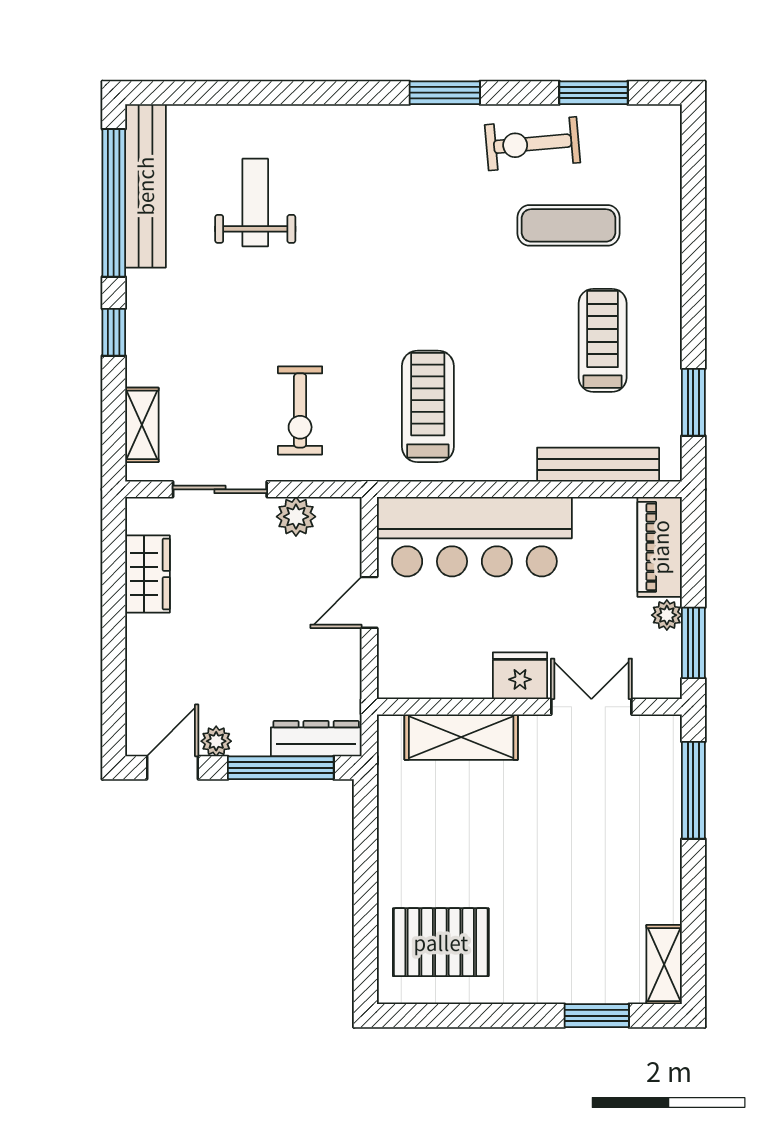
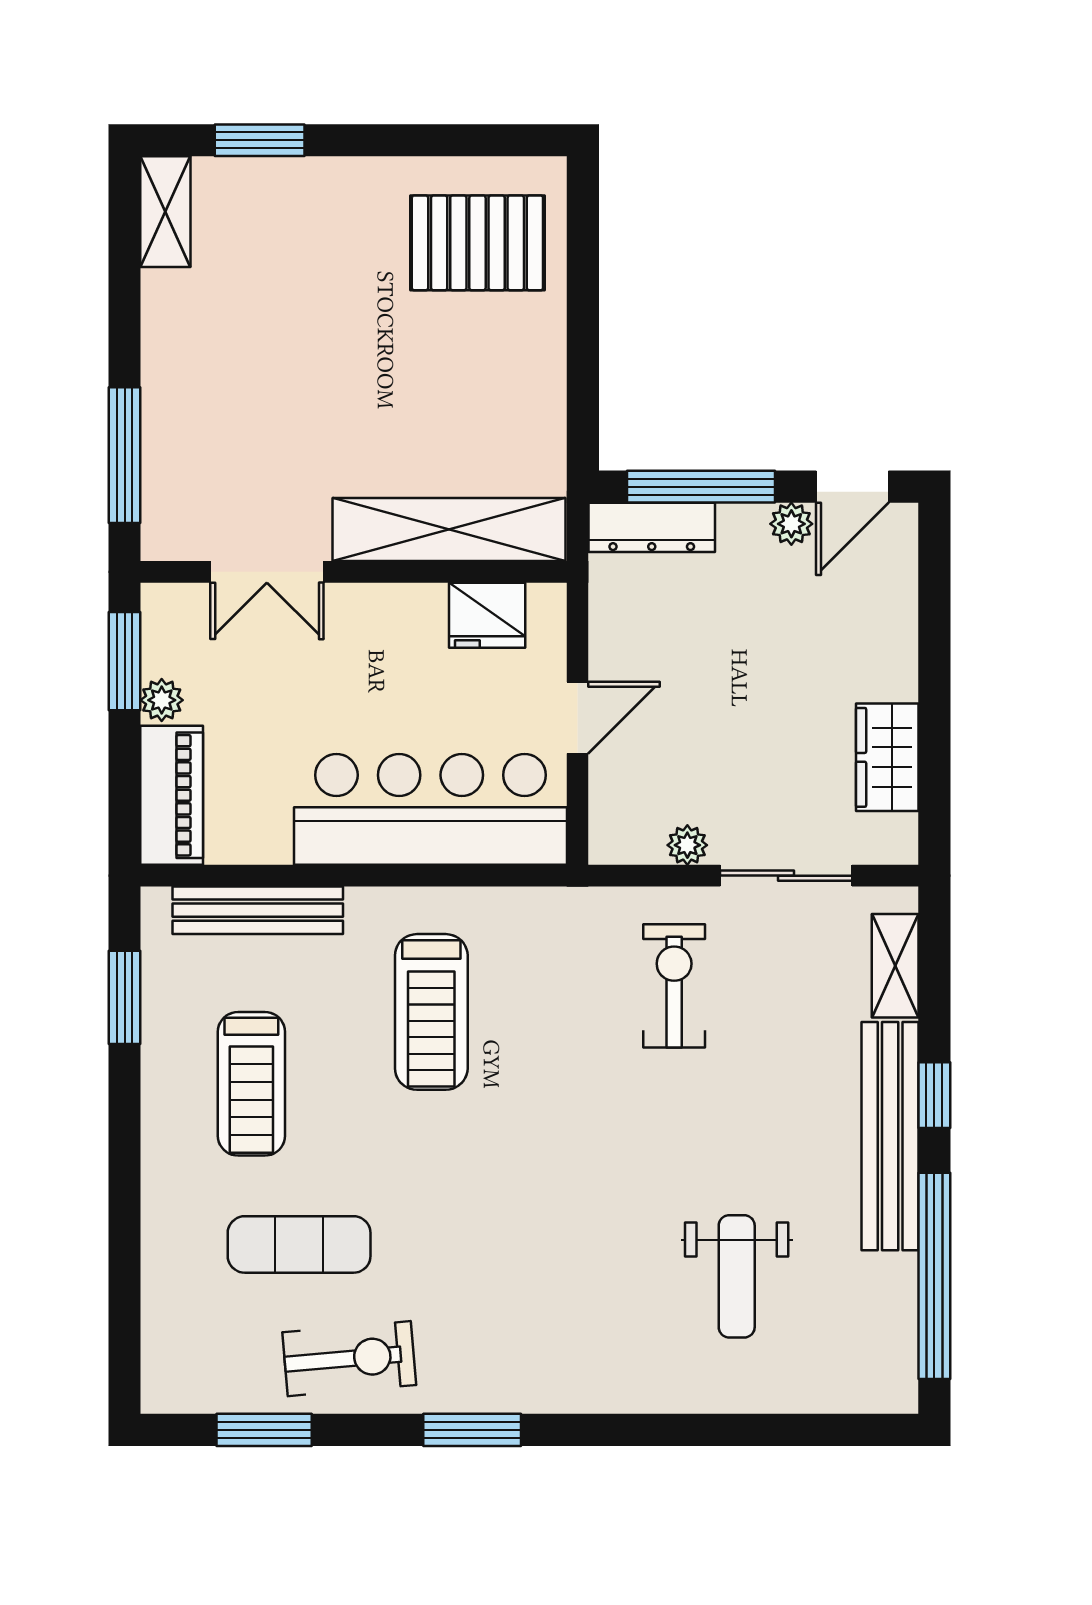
bench: (145, 186) -> (890, 1136), moved
treadmill: (428, 406) -> (431, 1012), moved
plant: (296, 517) -> (687, 845), width x0.73, depth x0.73
fridge: (520, 676) -> (487, 615), moved
shelving: (461, 737) -> (449, 530), width x1.47

